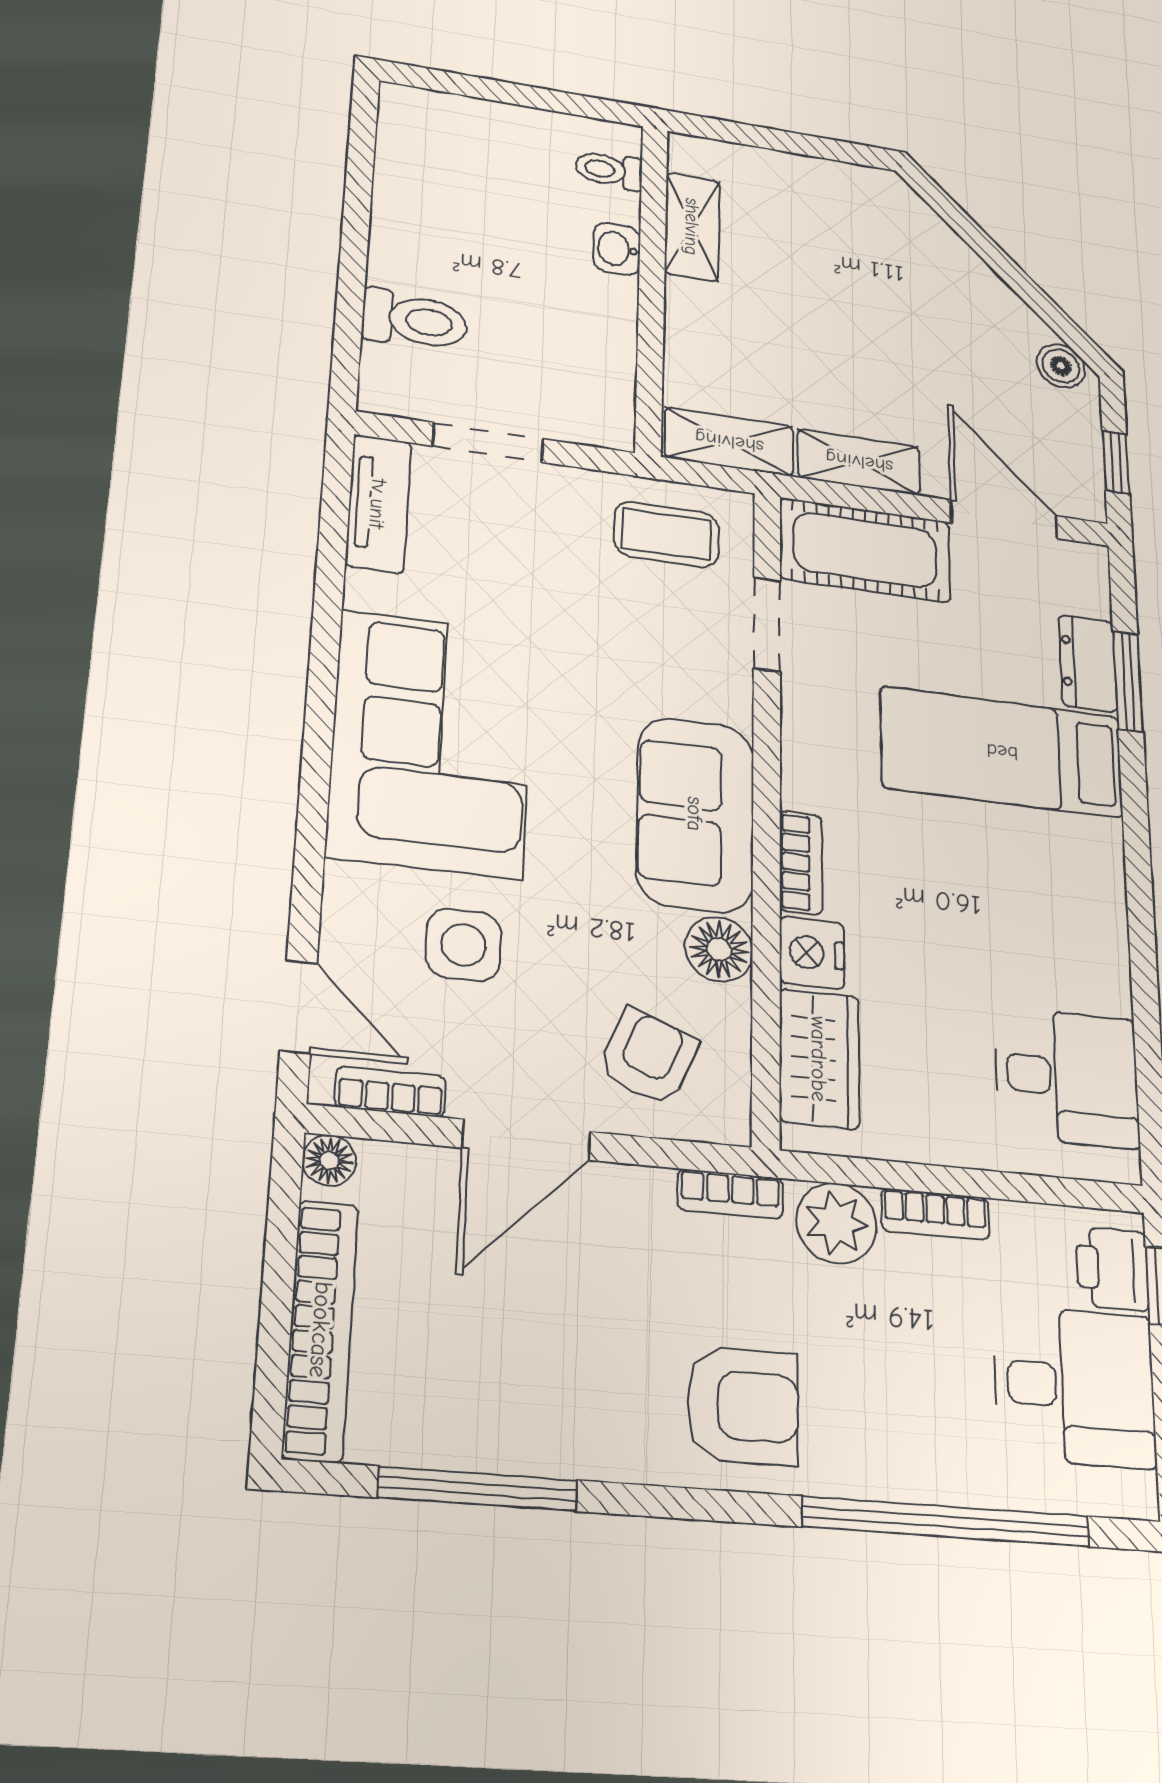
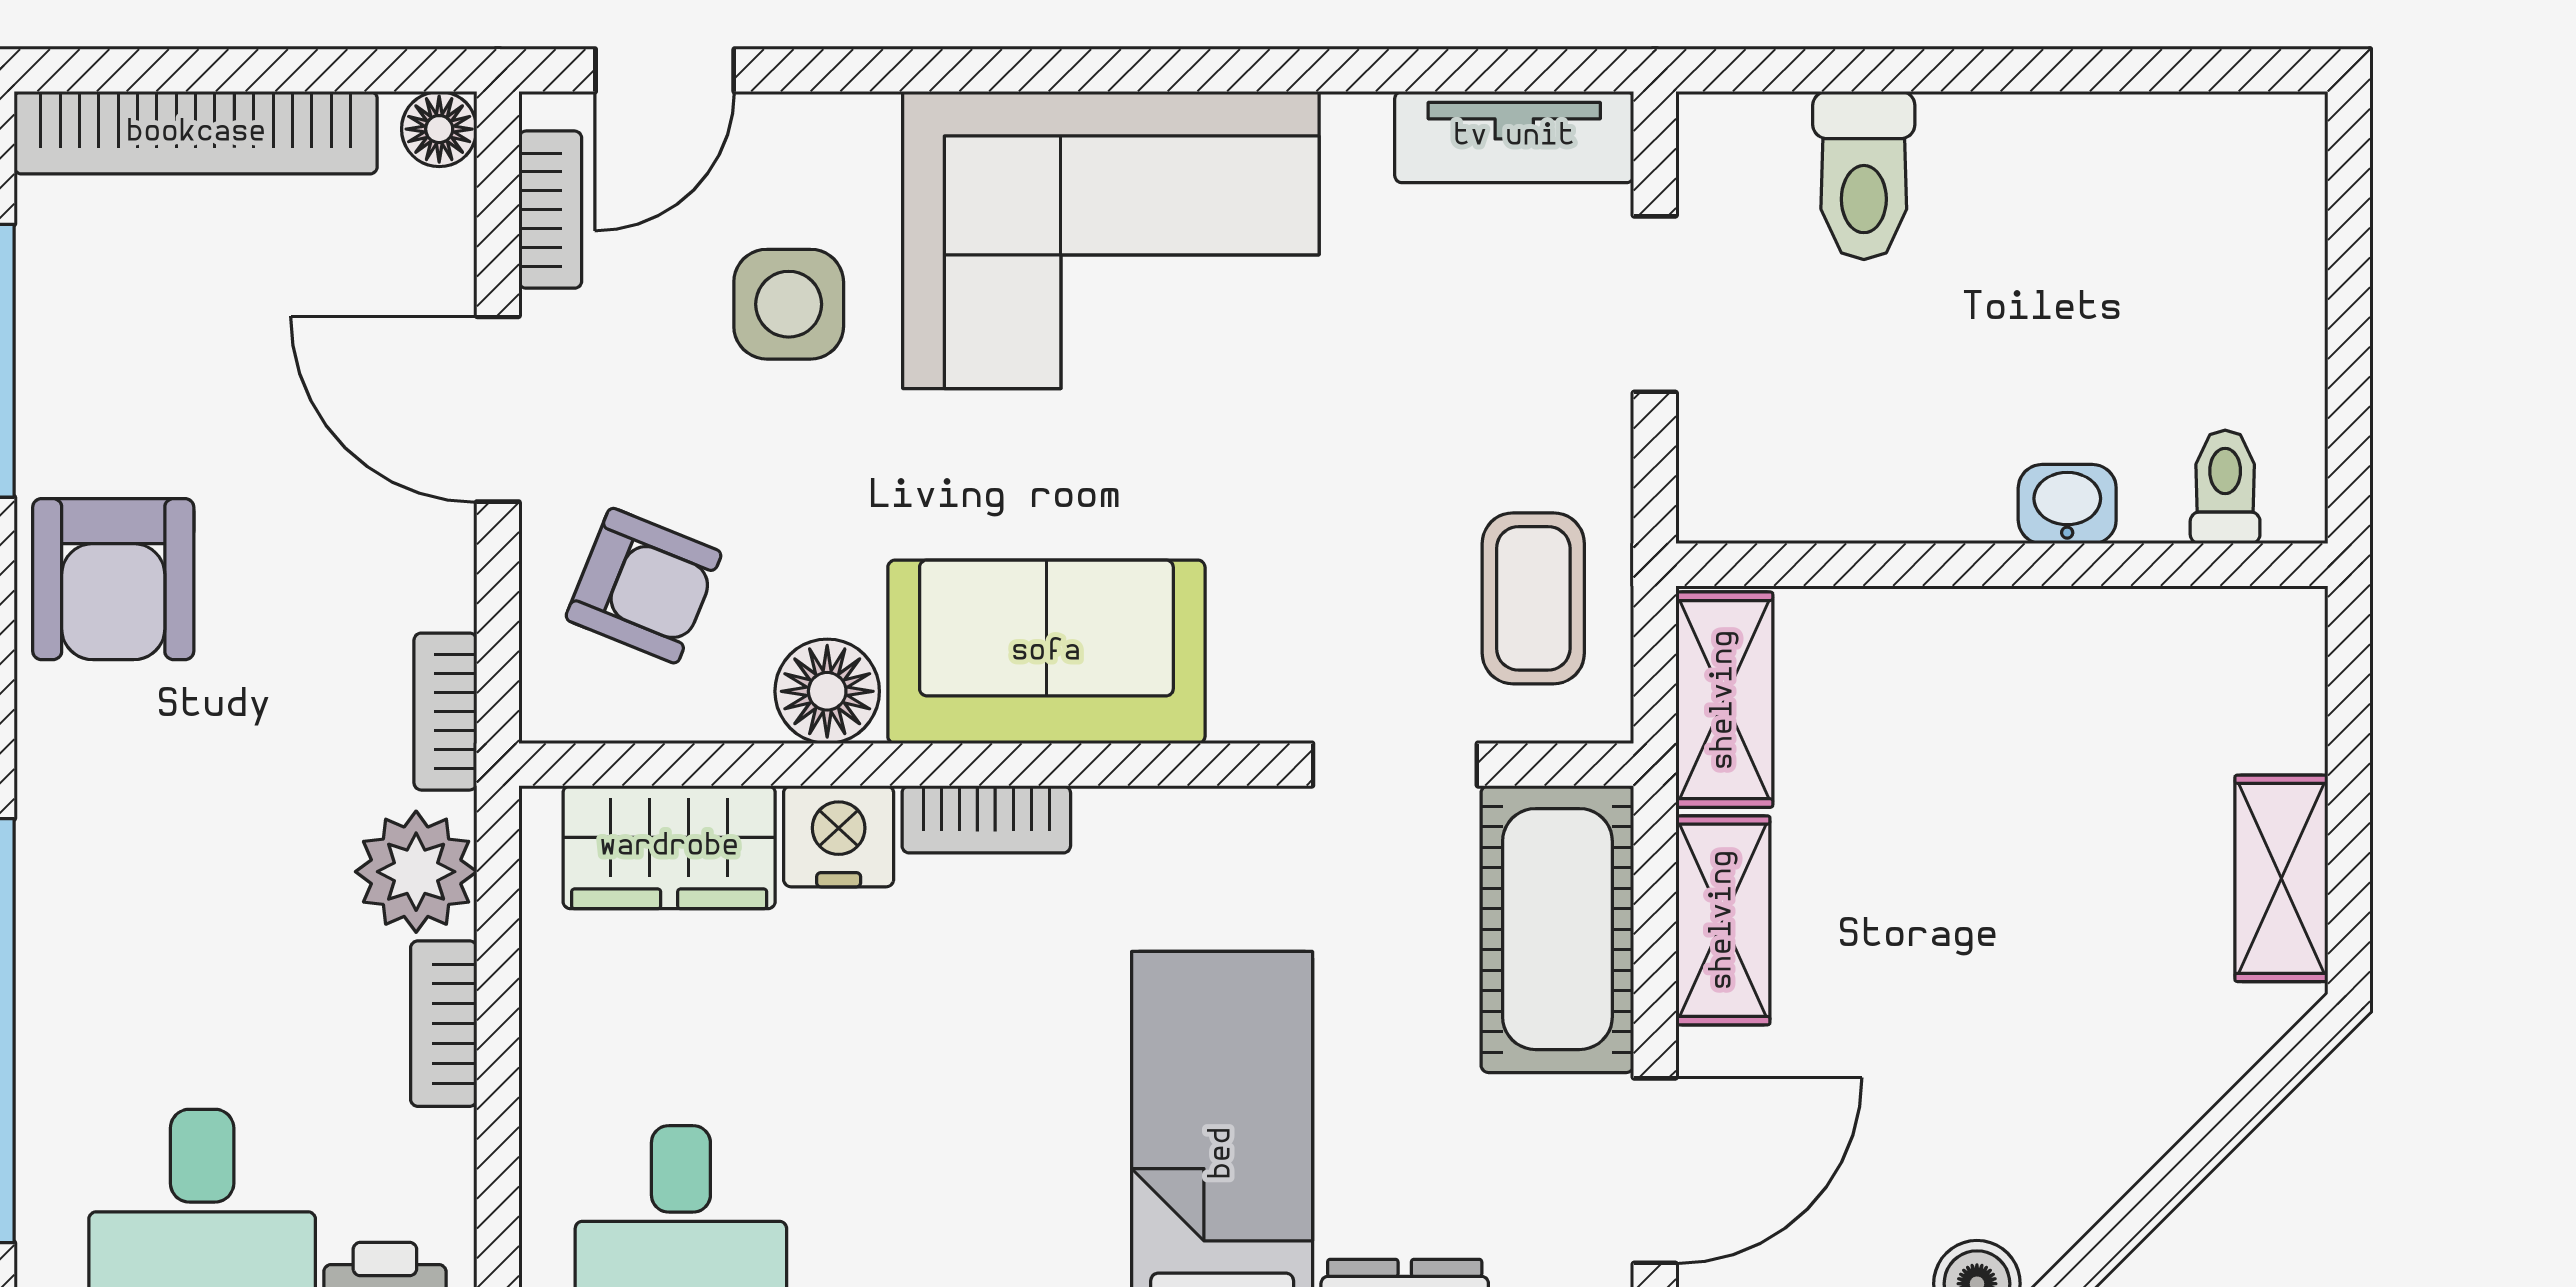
shelving: (692, 227) -> (2281, 878), moved, turned 90
armchair: (743, 1406) -> (113, 579), moved

